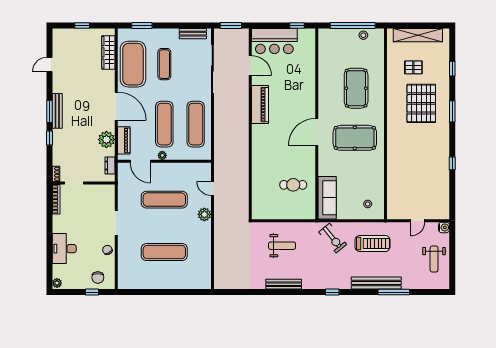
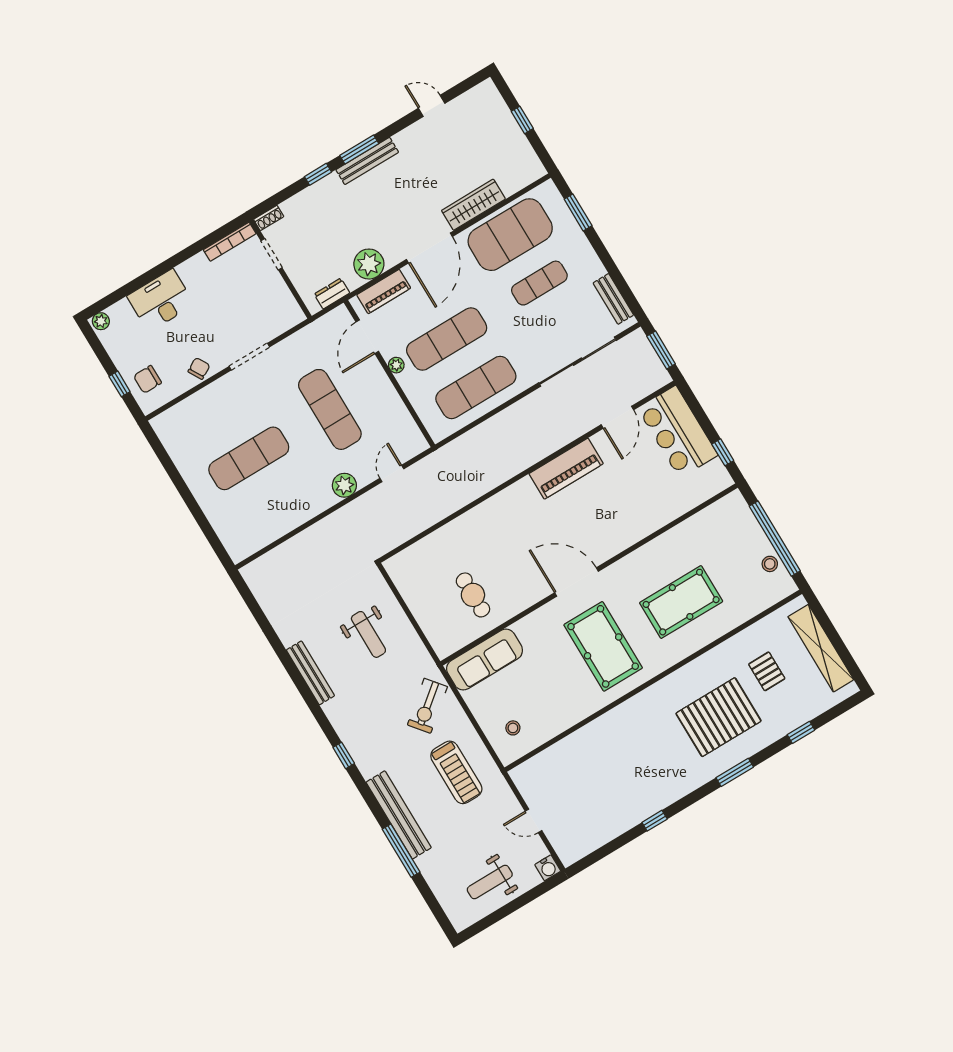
wardrobe: (108, 52) -> (473, 205), moved
exercise mat: (164, 252) -> (249, 458), turned 90

